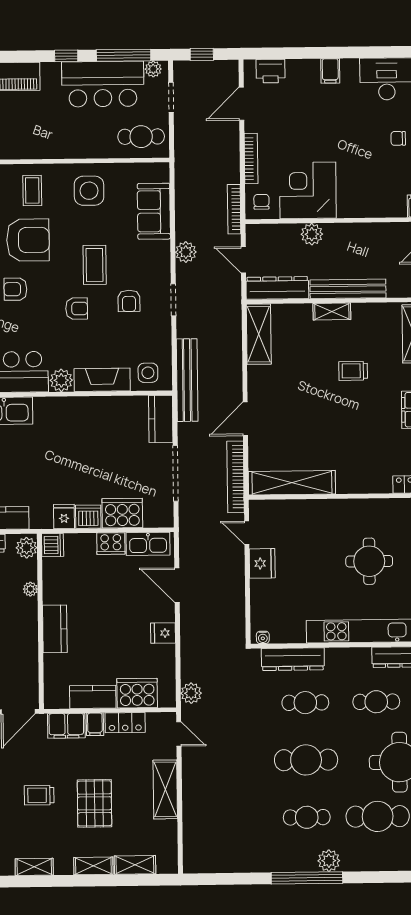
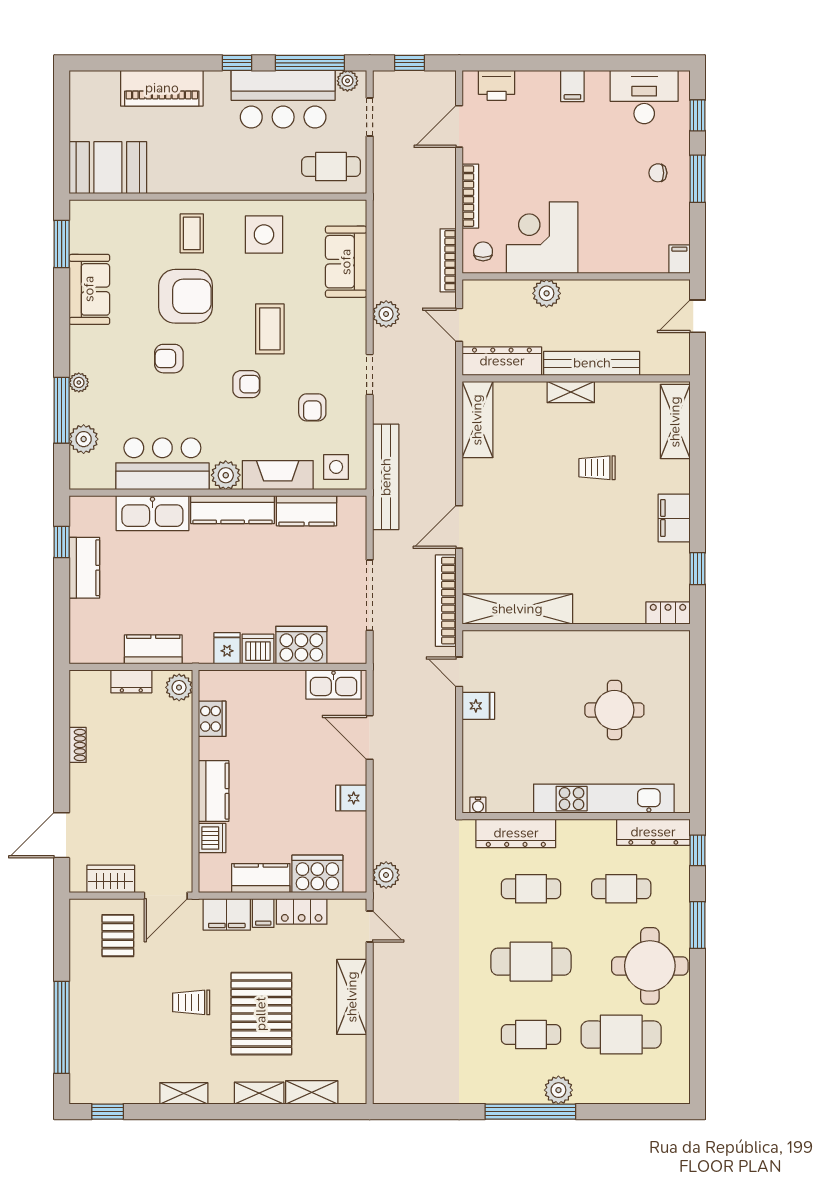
armchair: (129, 301) -> (312, 407), moved
kitchen counter: (67, 407) -> (233, 510), added
kitchen counter: (161, 419) -> (306, 511), moved, turned -90
cooker: (111, 544) -> (212, 719), moved, turned -90
dishwasher: (53, 545) -> (212, 838), moved
fridge: (262, 563) -> (478, 706), width x0.72
plant: (30, 589) -> (183, 740), removed
pallet: (94, 803) -> (261, 1014), width x1.37, depth x1.41

